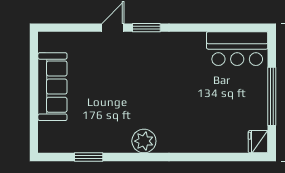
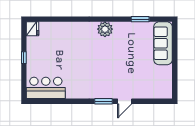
sofa: (52, 87) -> (163, 43), moved
window: (272, 96) -> (24, 58), width x0.32

